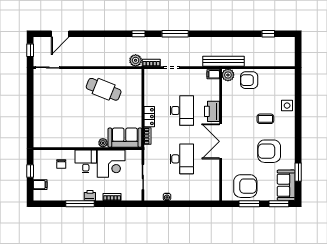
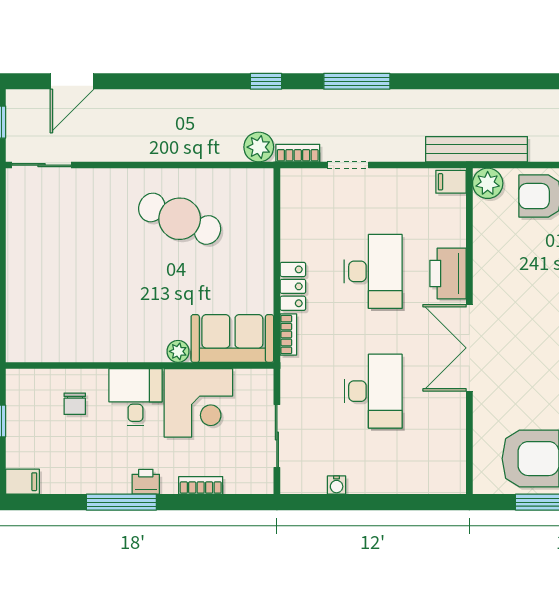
filing cabinet: (40, 185) -> (22, 482), moved

